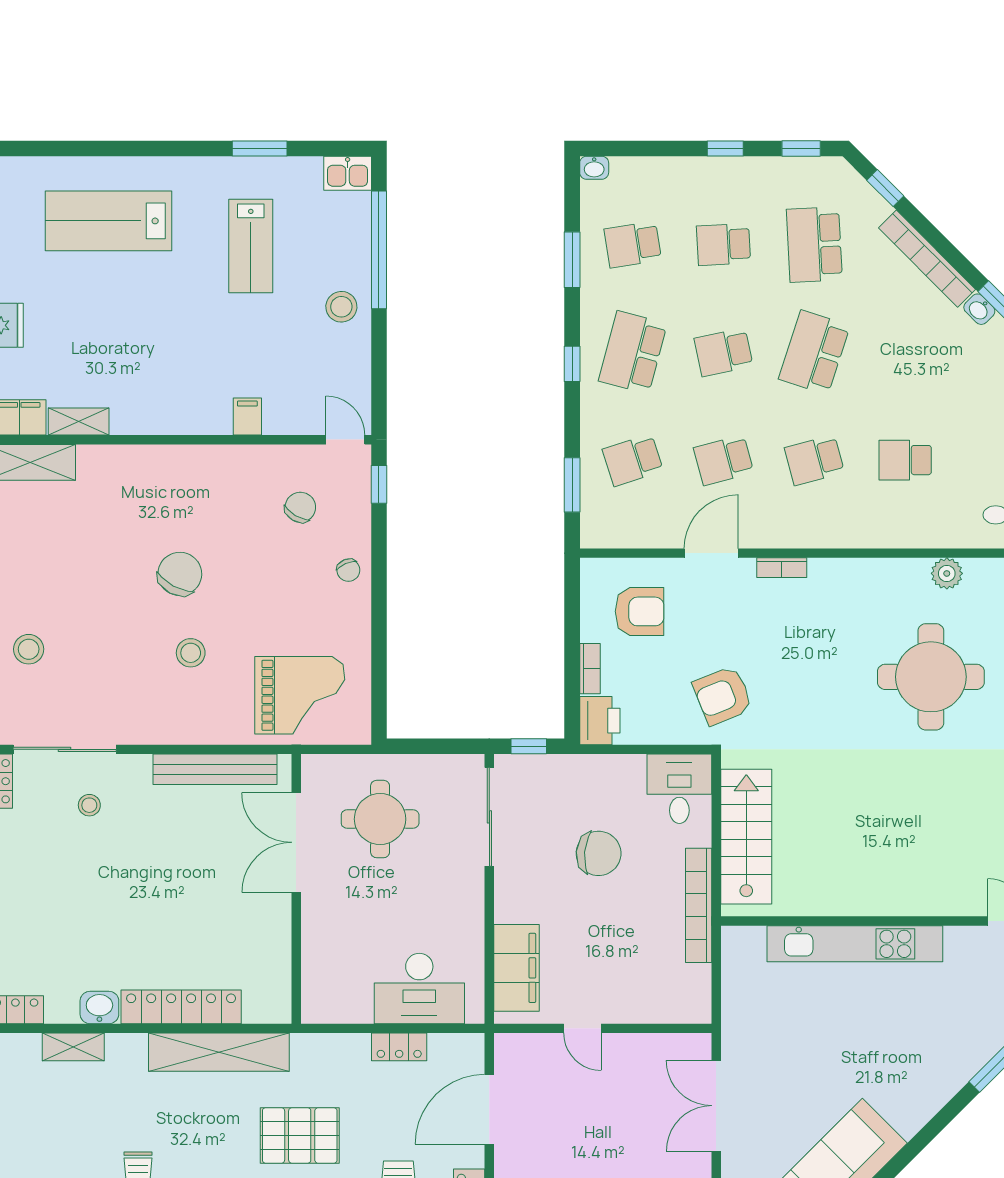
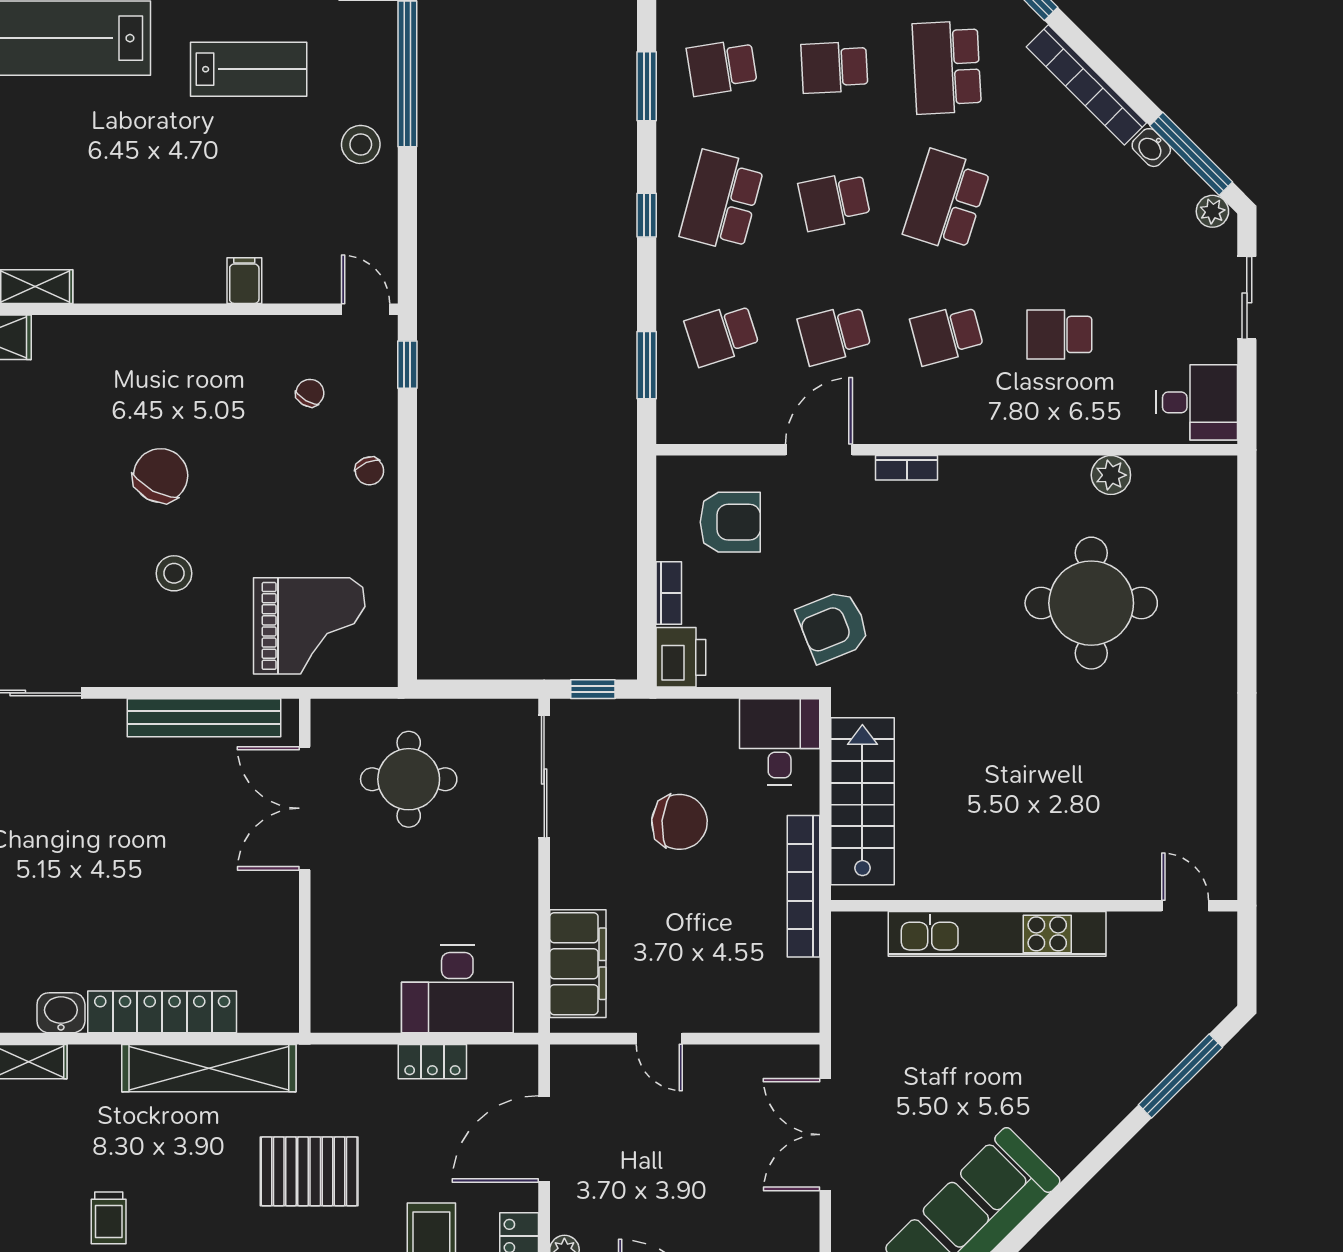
lab bench: (251, 246) -> (249, 69), turned -90
chair: (300, 507) -> (310, 393), width x0.73, depth x0.73
stool: (89, 805) -> (48, 762), removed

